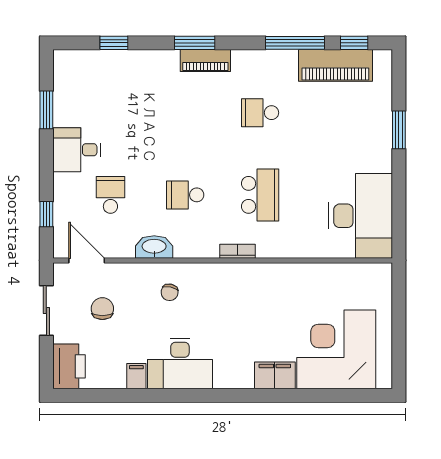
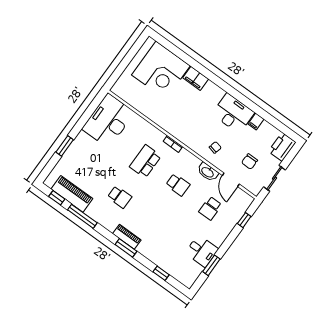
desk: (77, 150) -> (202, 251), moved
door: (87, 260) -> (231, 180), moved

